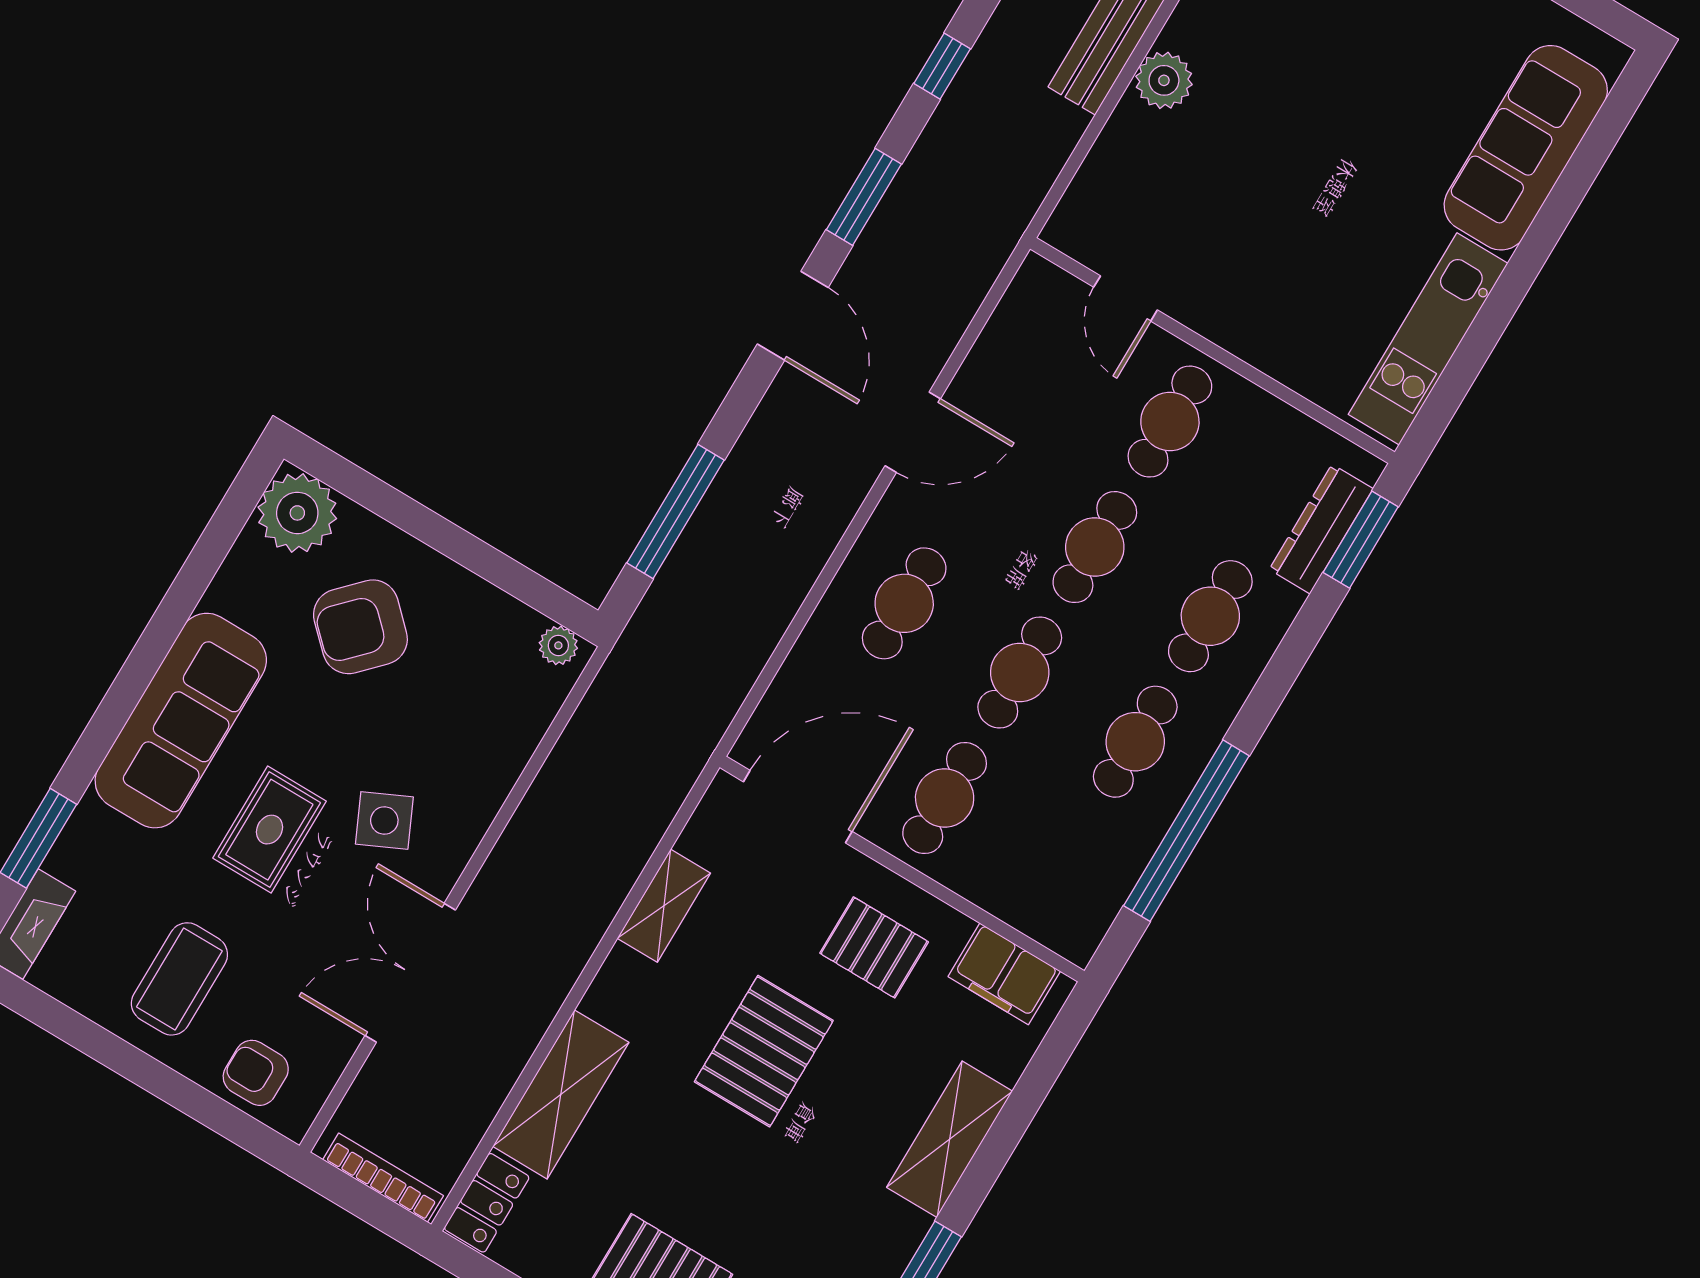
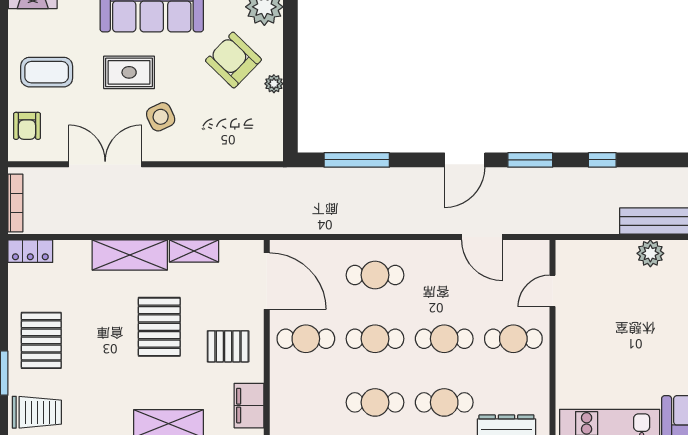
door: (913, 432) -> (482, 237), moved
plant: (558, 645) -> (274, 84), moved
pallet: (874, 947) -> (228, 346), turned 90
pallet: (764, 1051) -> (159, 327), turned 90
armchair: (256, 1073) -> (27, 126), turned 180
shelving: (561, 1094) -> (130, 255), moved

